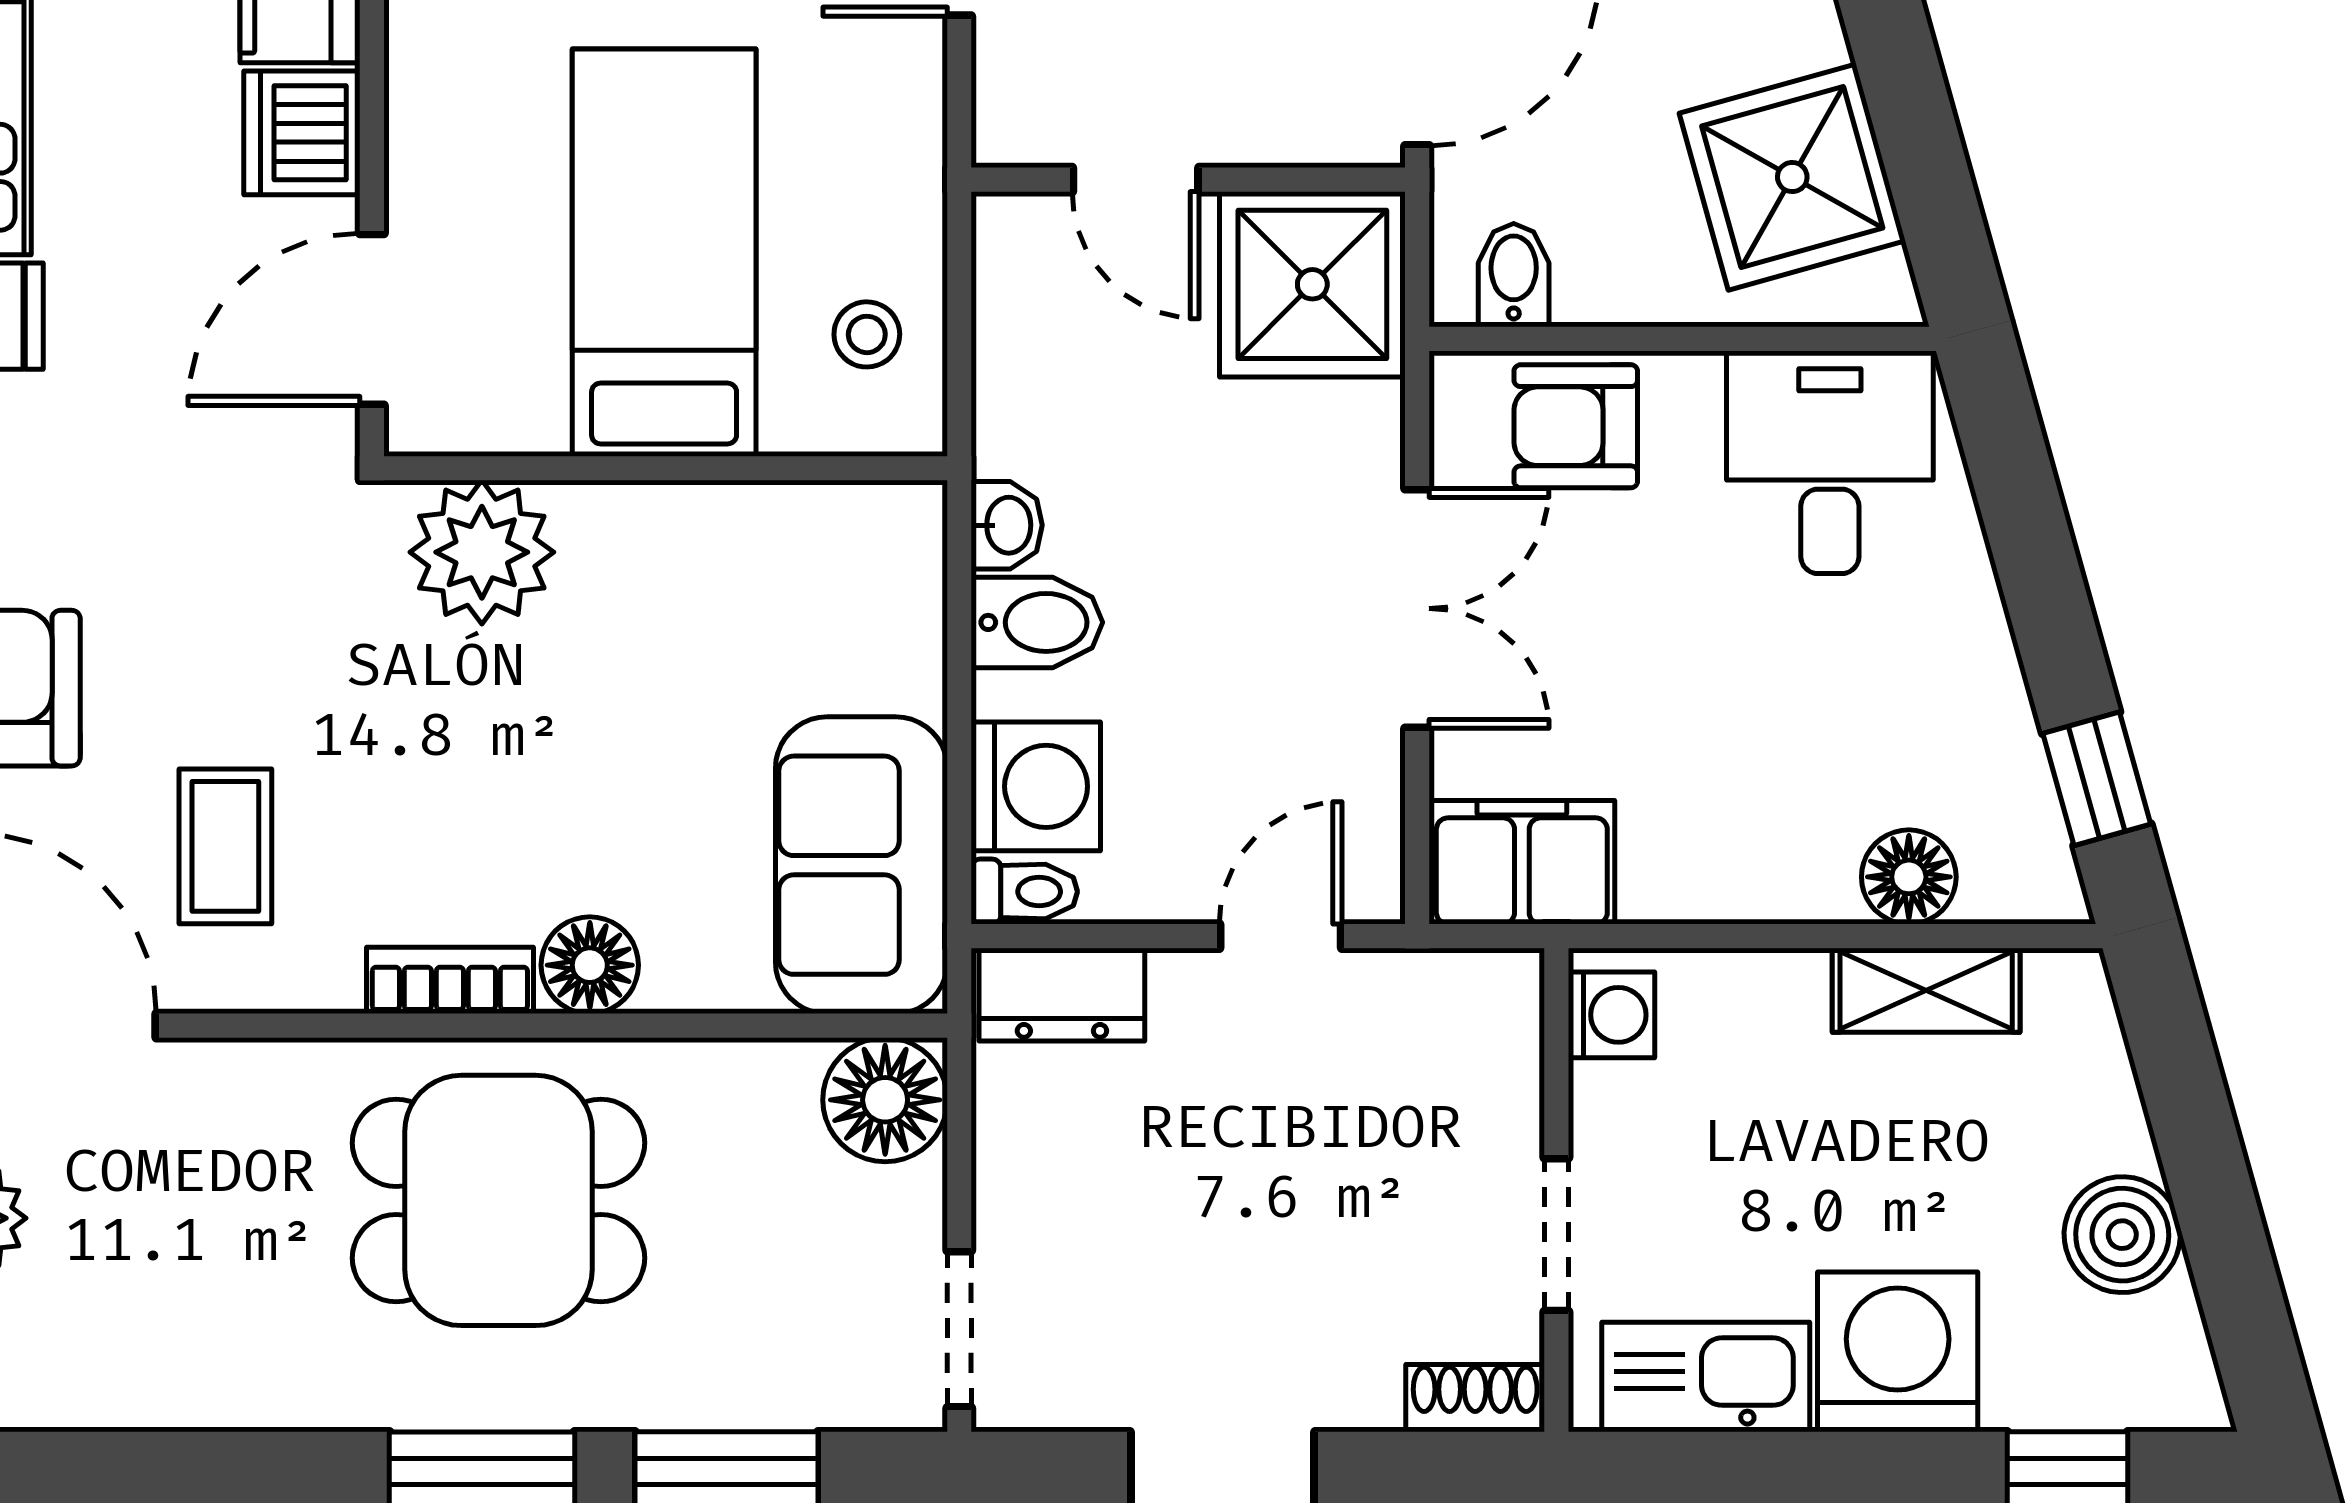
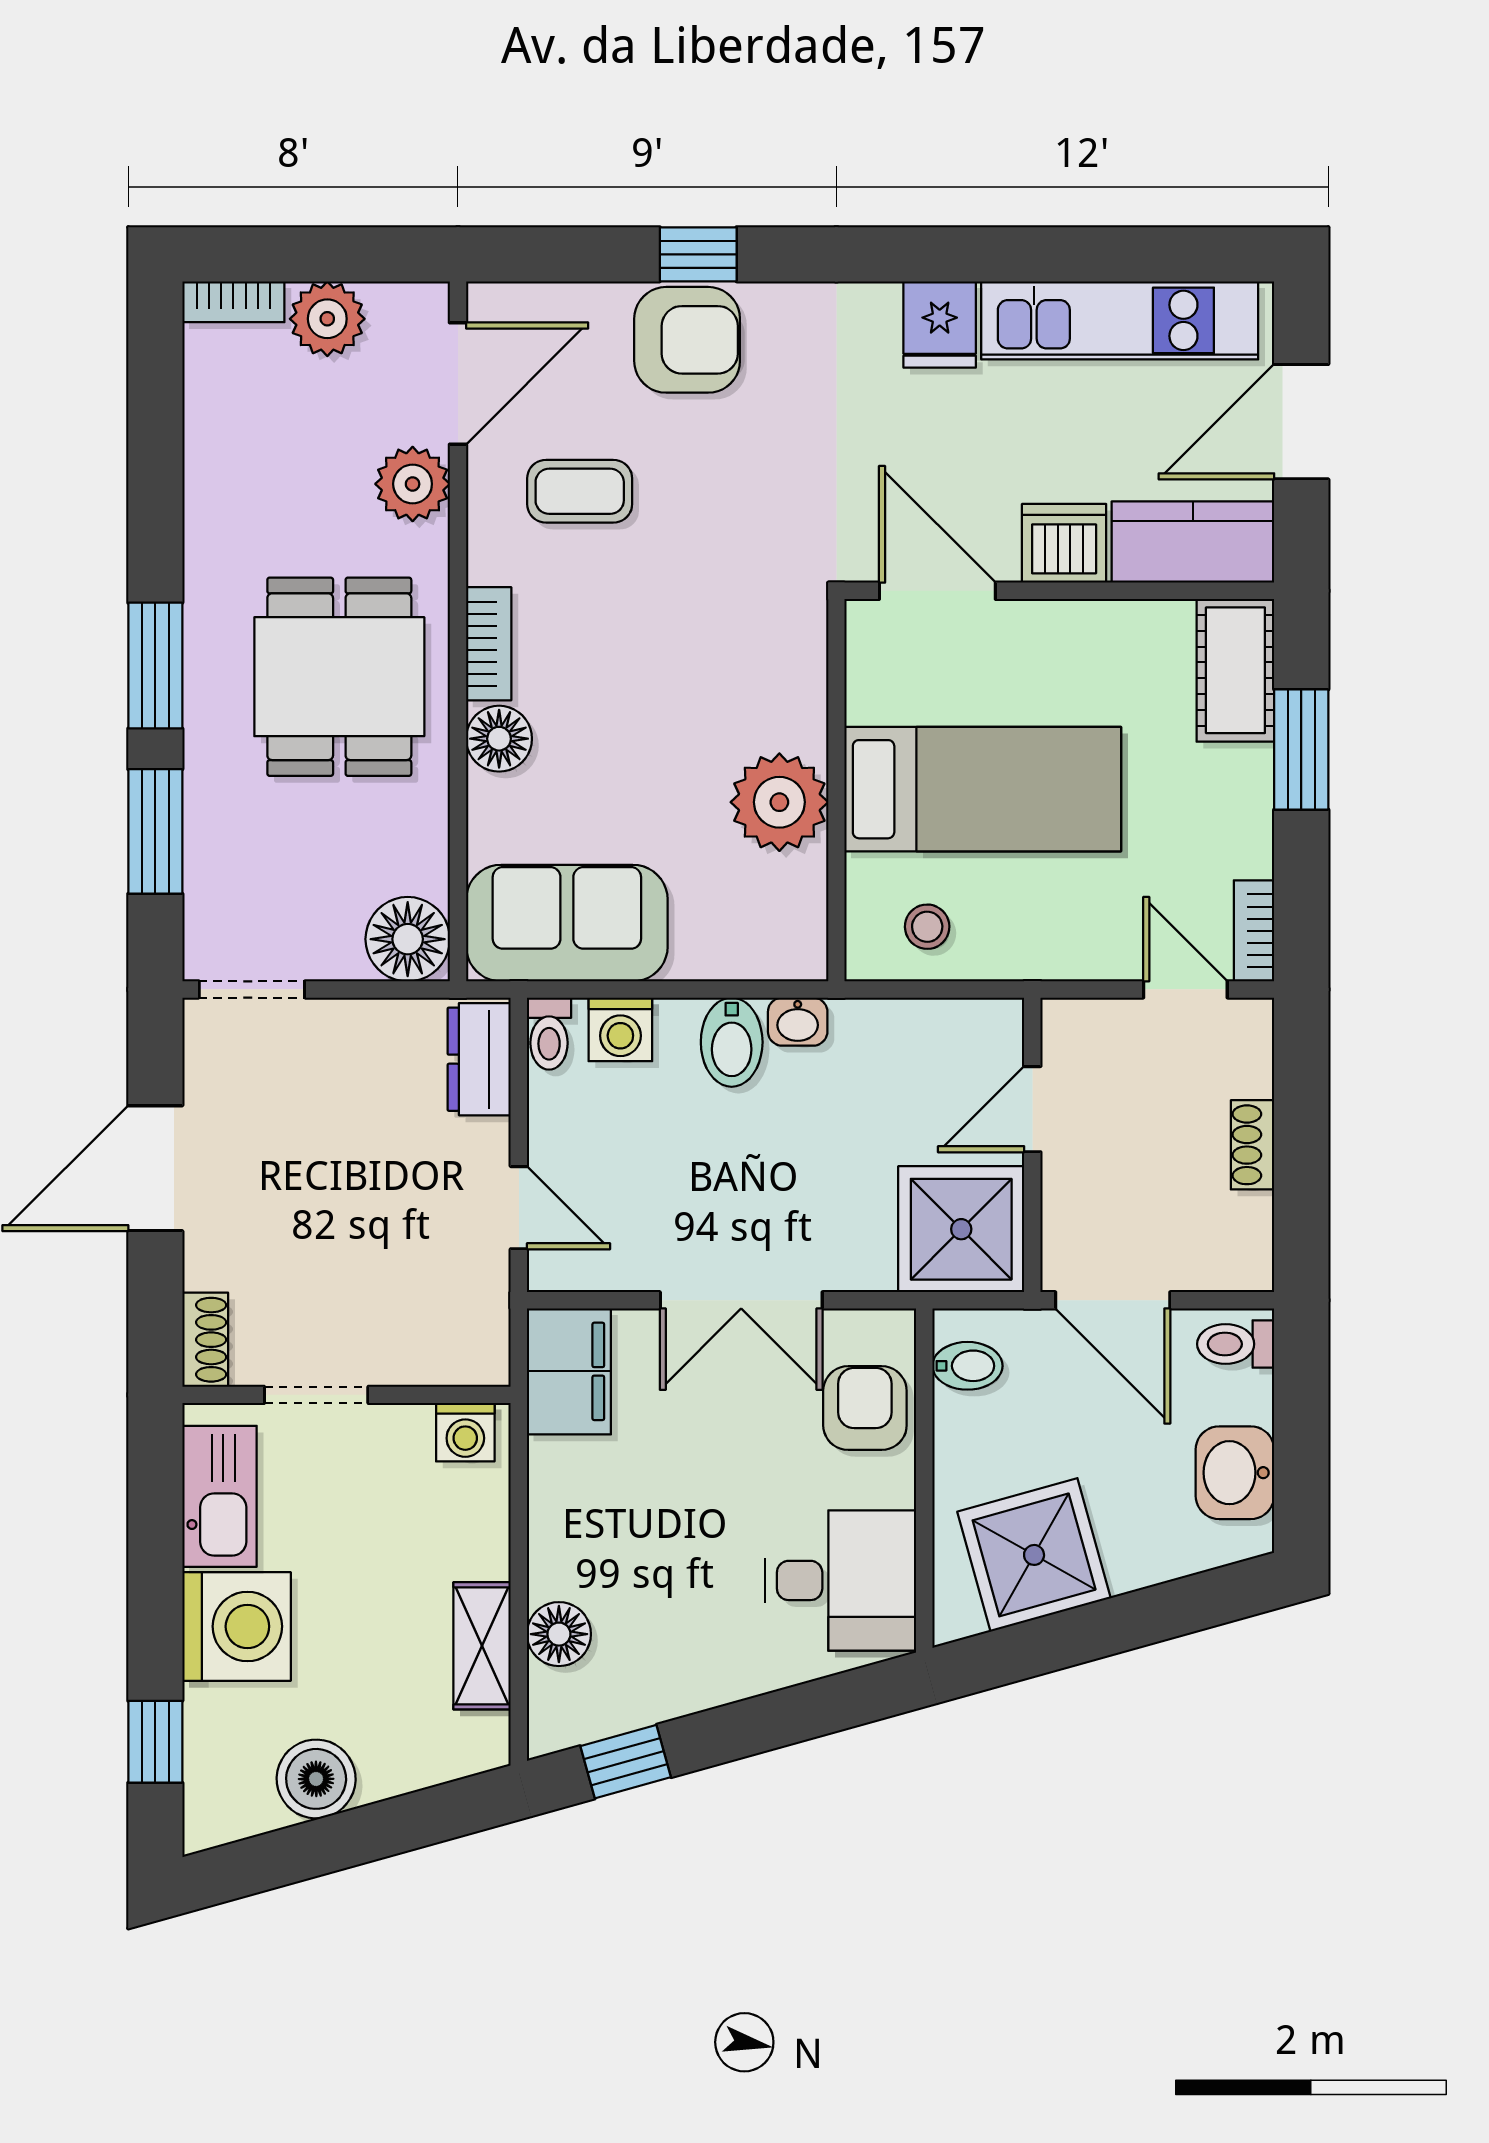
plant: (482, 552) -> (779, 802), moved
washing machine: (1036, 786) -> (620, 1029), width x0.73, depth x0.73
plant: (215, 1093) -> (413, 484), added

